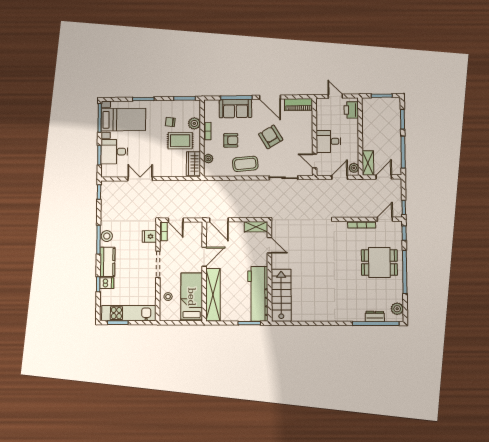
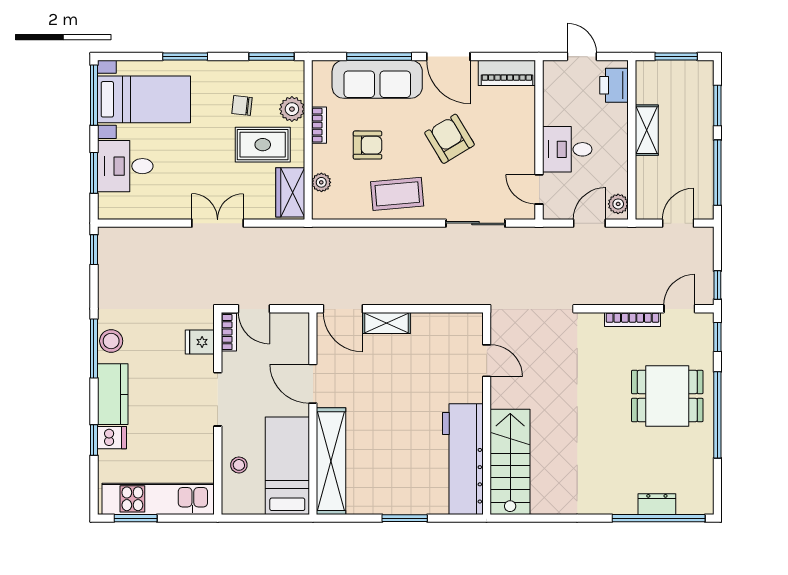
sofa: (235, 109) -> (377, 79), width x1.36
shelving: (368, 163) -> (647, 130), moved
double door: (140, 179) -> (218, 223), moved
shelving: (256, 227) -> (386, 323), moved
door: (269, 245) -> (487, 361), moved
door: (204, 257) -> (313, 384), swing flipped
wall: (270, 271) -> (487, 413), moved
workbench: (258, 294) -> (463, 459), moved
stairs: (281, 295) -> (510, 462), moved
plant: (397, 309) -> (702, 488), removed

